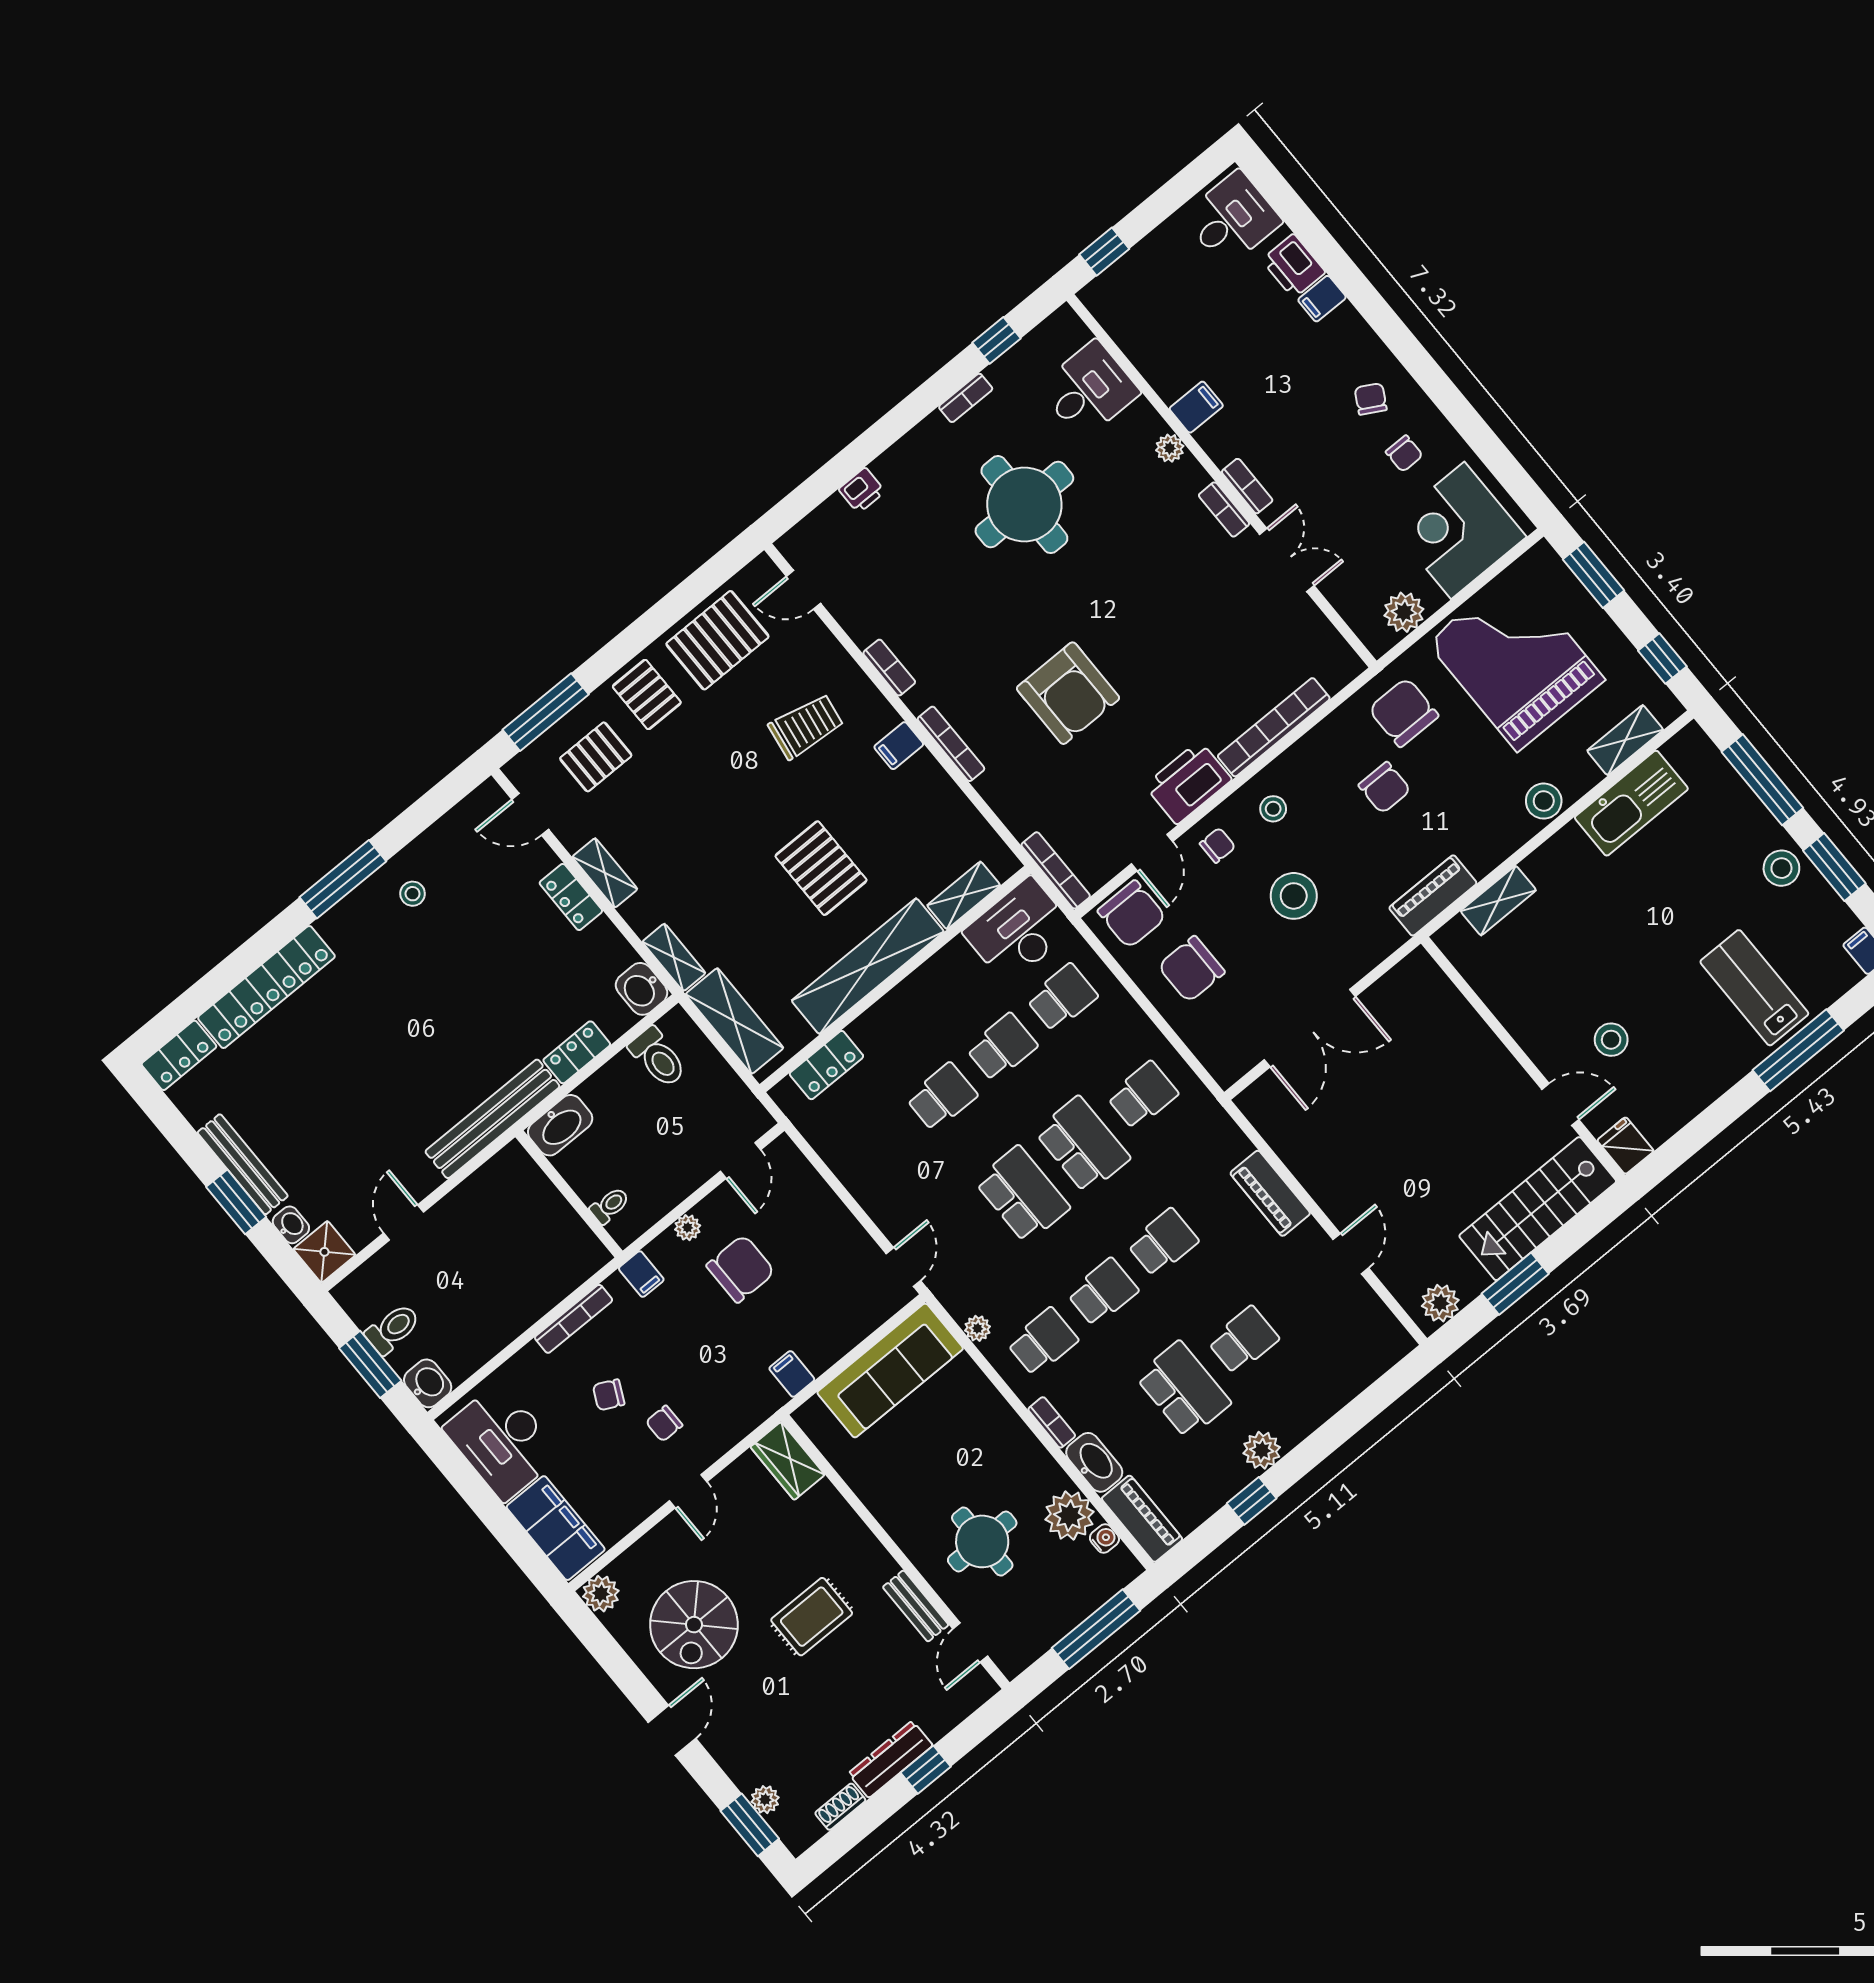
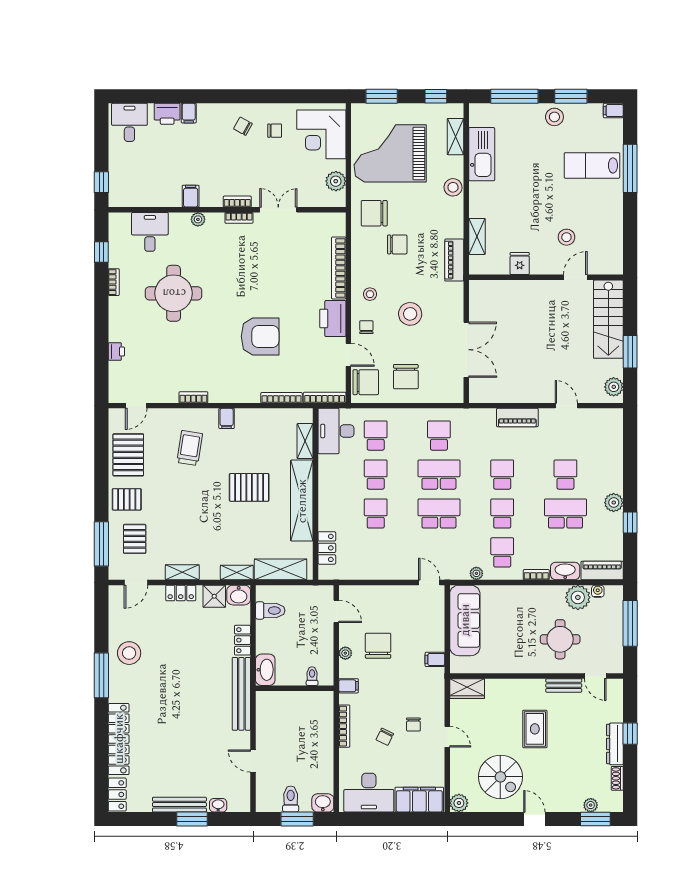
bookcase: (951, 744) -> (281, 398), moved
stool: (413, 894) -> (129, 653), width x1.89, depth x1.89
fridge: (1625, 1146) -> (520, 264), moved, turned 90
shower: (324, 1252) -> (214, 596), moved

